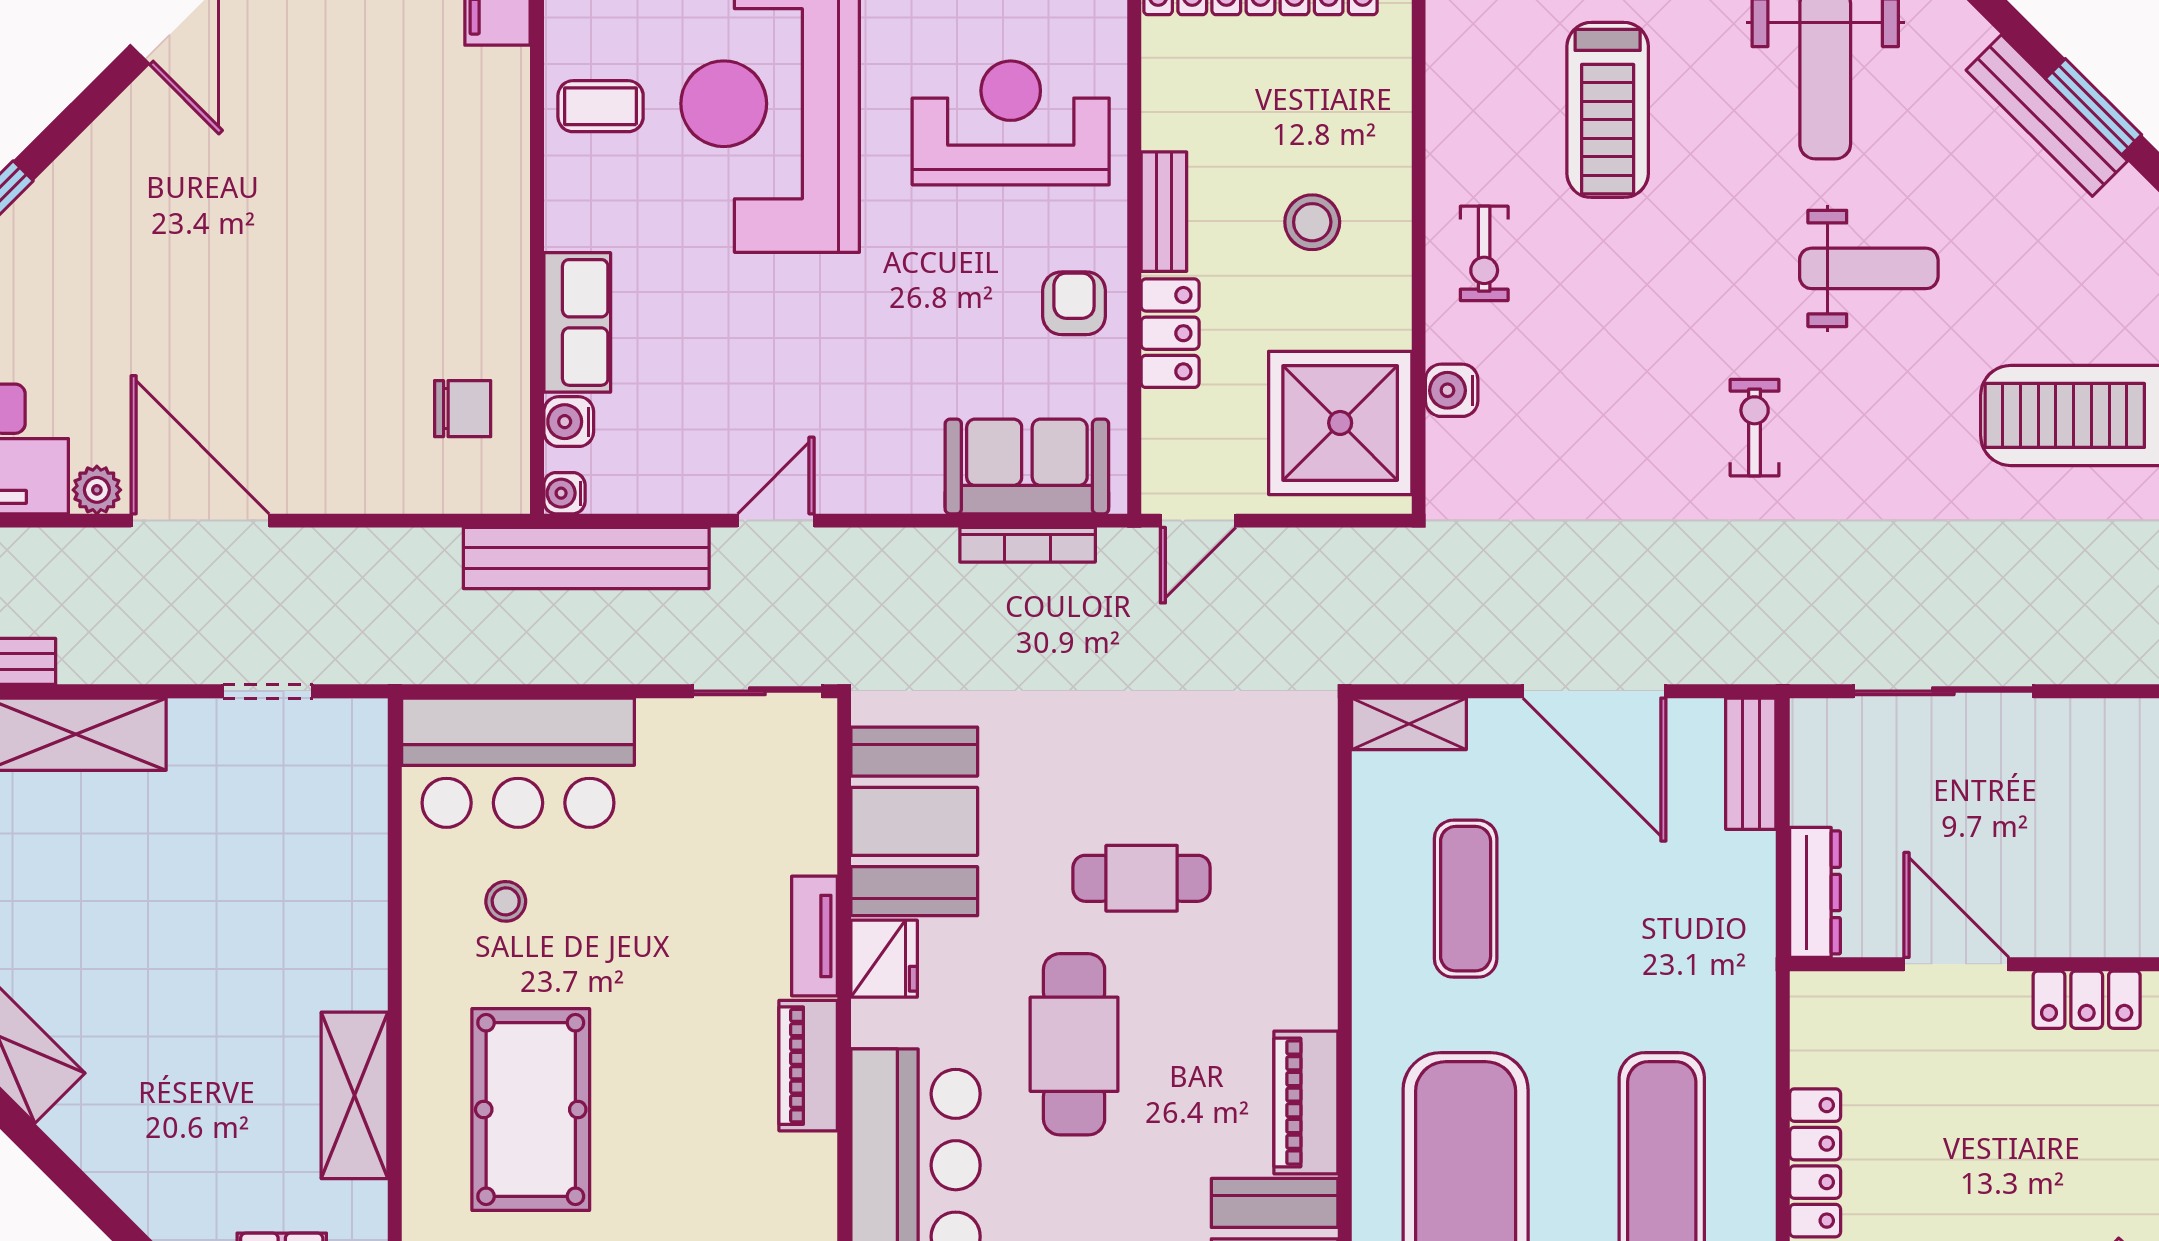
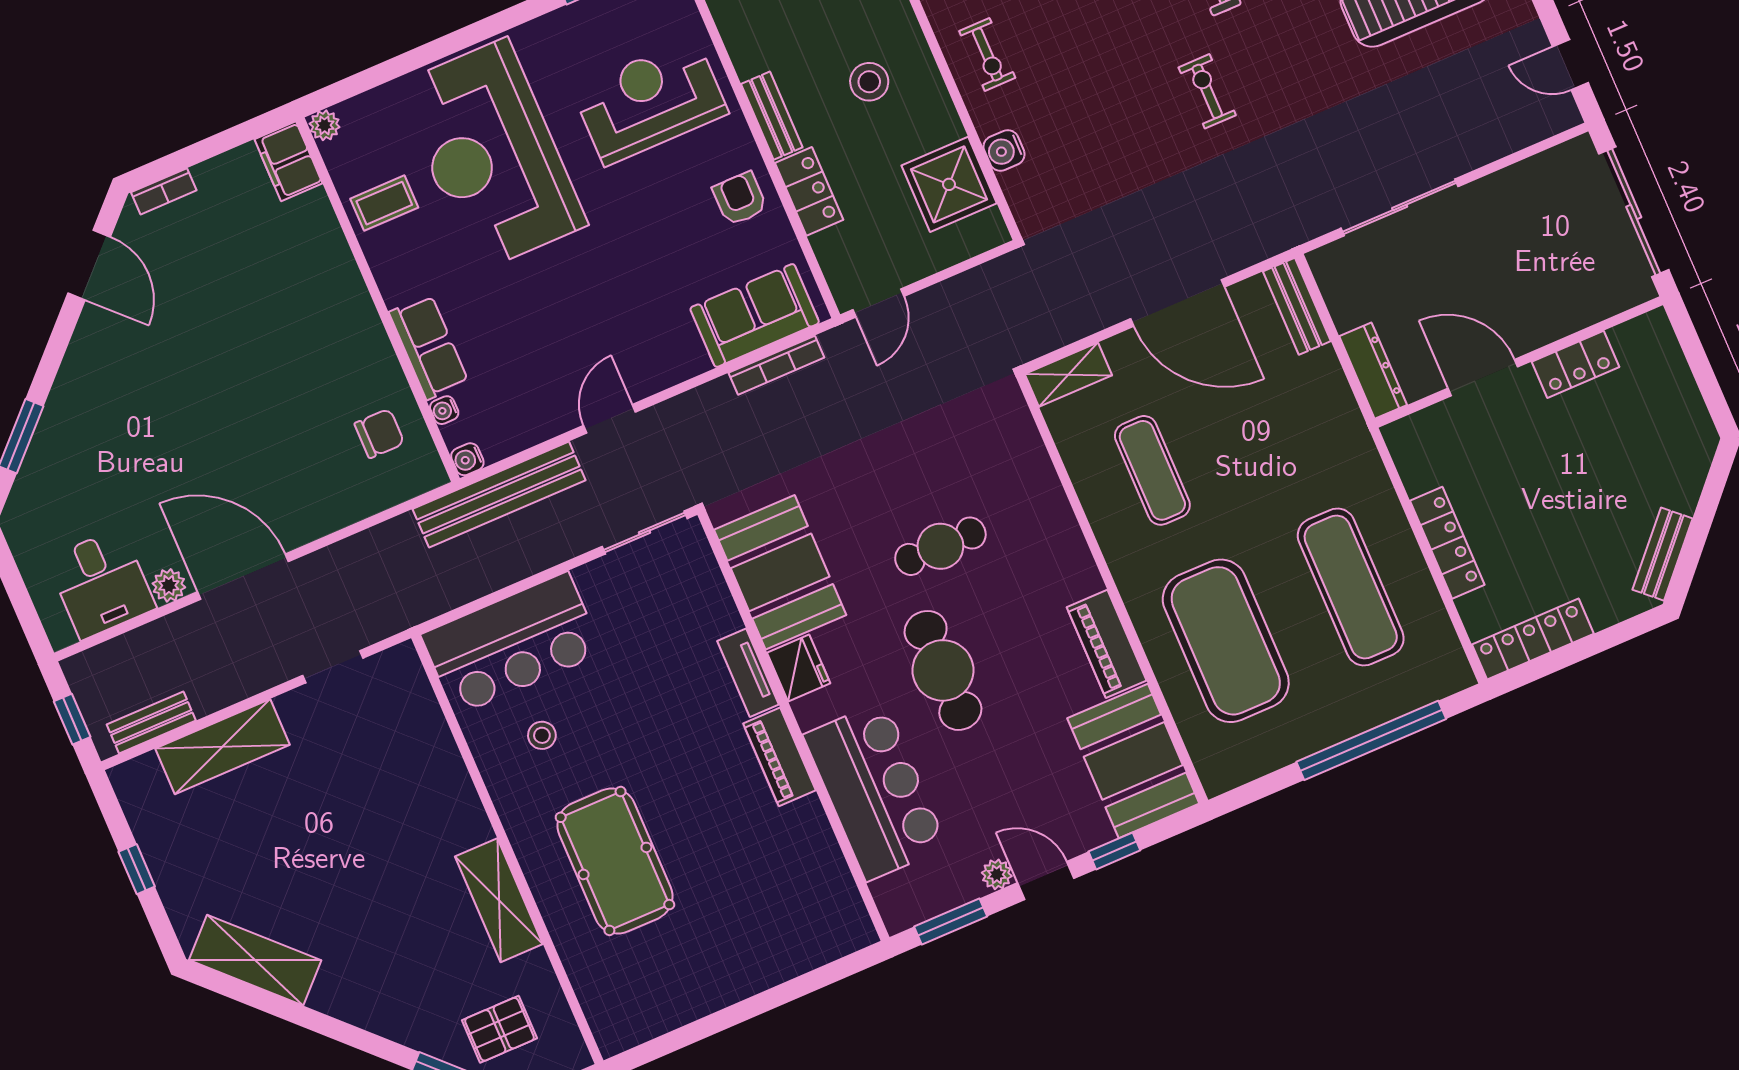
water cooler: (569, 422) -> (444, 410), width x0.72, depth x0.72
shower: (1340, 423) -> (949, 184), width x0.73, depth x0.73

